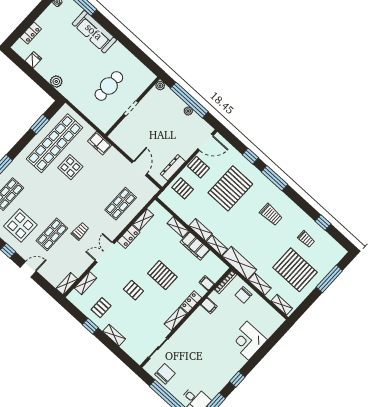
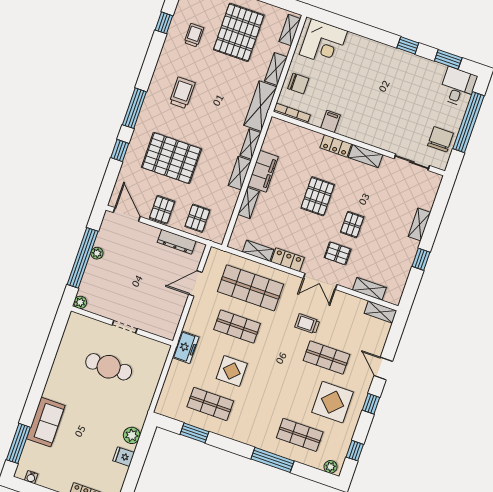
sofa: (94, 32) -> (46, 422), width x0.73
fridge: (33, 60) -> (124, 457), moved
shop shelf: (55, 143) -> (210, 404), width x0.50, depth x0.74
shop shelf: (99, 184) -> (237, 327), added
shop shelf: (121, 204) -> (250, 288), width x1.43, depth x1.36
filing cabinet: (207, 283) -> (304, 136), removed
pallet: (101, 308) -> (338, 253), moved
corner desk: (248, 341) -> (323, 43), moved
chair: (165, 374) -> (440, 139), turned 90

